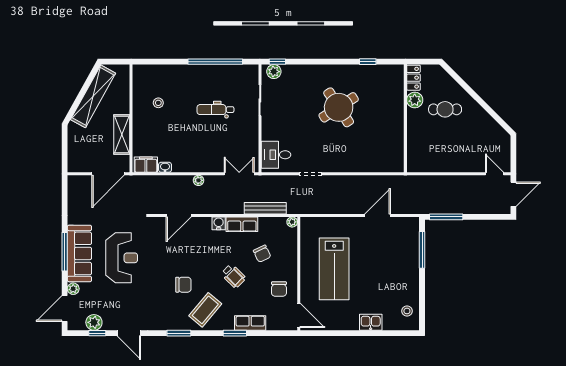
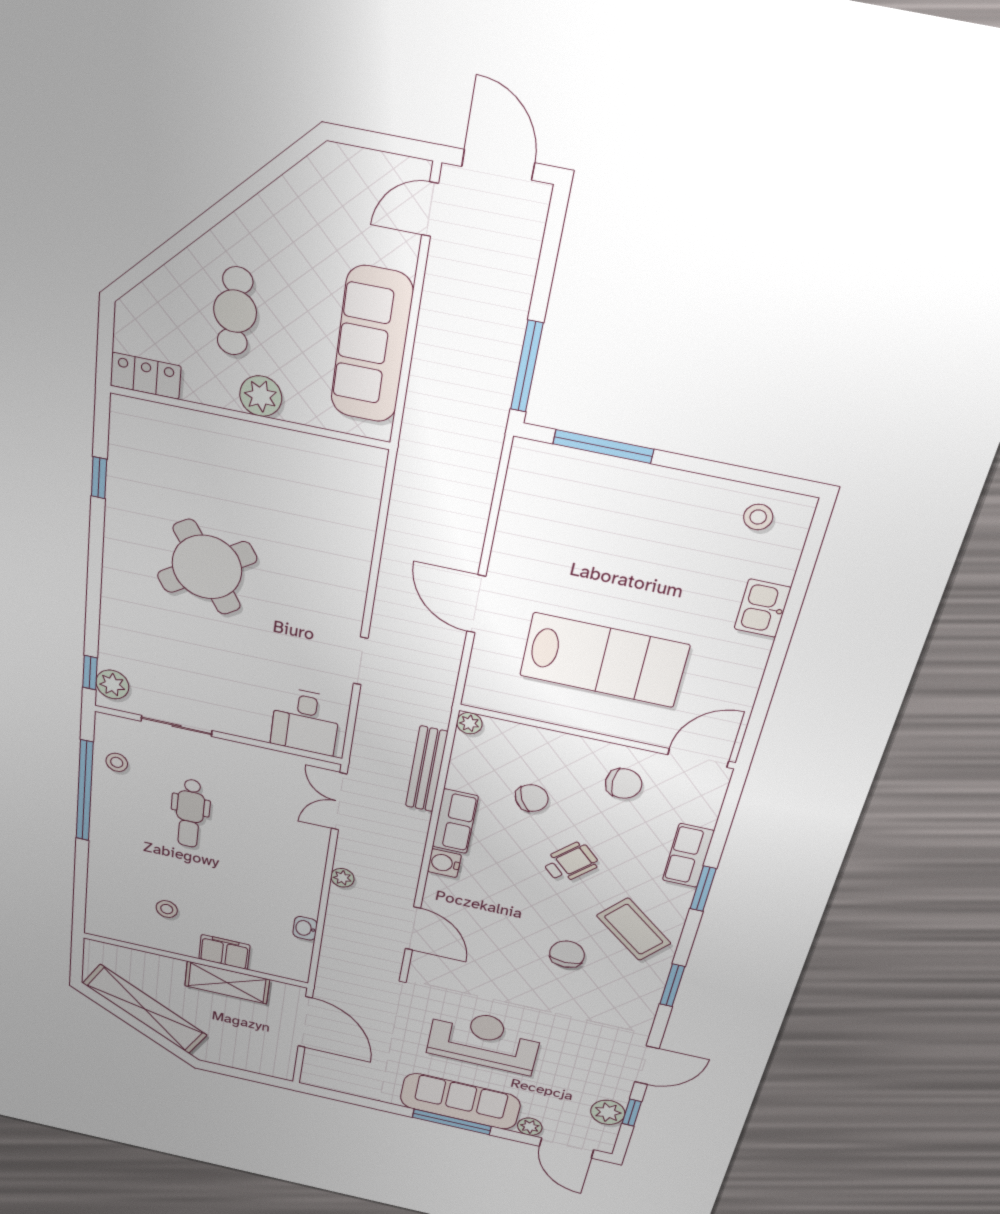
stool: (234, 75) -> (117, 762), added
plant: (415, 100) -> (261, 396), moved
sofa: (443, 160) -> (372, 345), added
filing cabinet: (146, 165) -> (224, 952), moved, turned 90
door: (377, 215) -> (476, 604), moved

